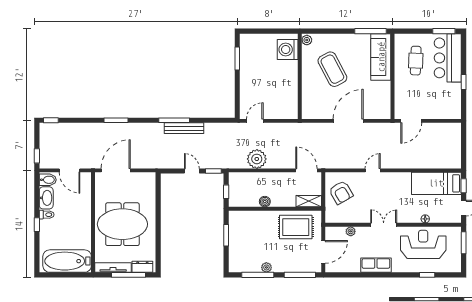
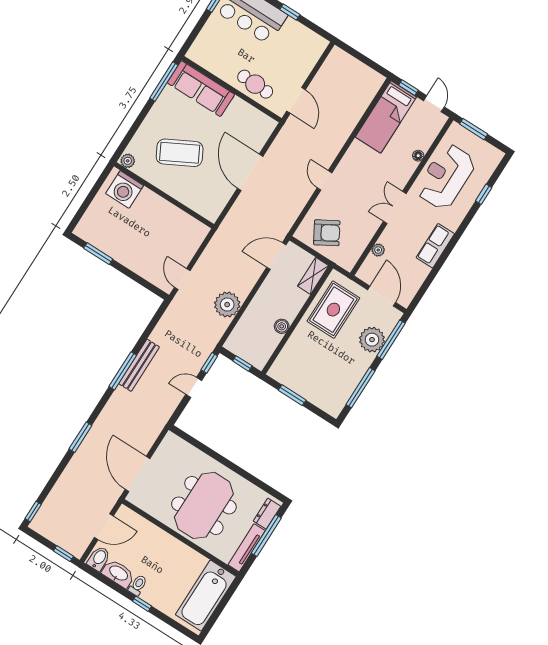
cafe table: (416, 61) -> (255, 84), moved
plant: (266, 267) -> (372, 340), moved, width x1.87, depth x1.87

